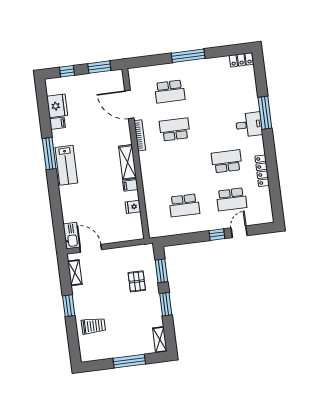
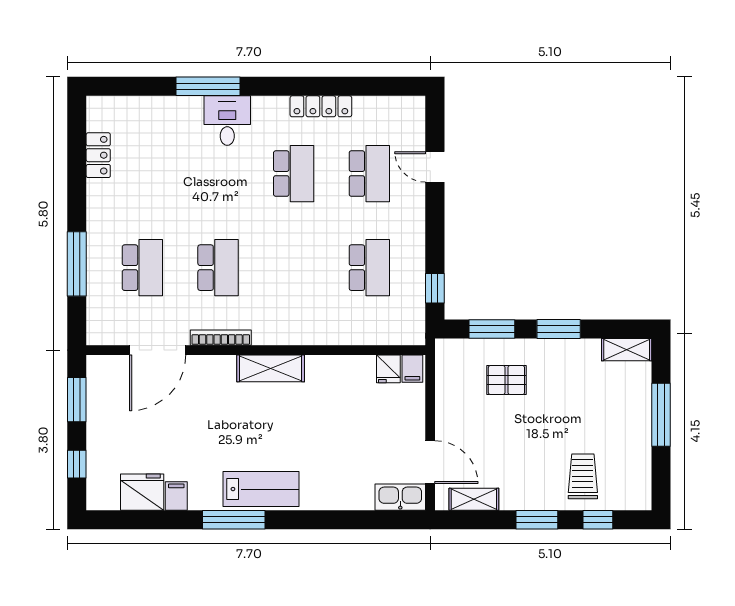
window: (188, 56) -> (77, 264), moved
locker: (241, 60) -> (98, 155), moved
school desk: (175, 129) -> (218, 268), turned 180
school desk: (227, 161) -> (294, 174), turned 180
filing cabinet: (130, 185) -> (412, 369), moved
fridge: (133, 207) -> (388, 369), moved
window: (217, 235) -> (435, 288), moved
door: (91, 248) -> (430, 462), swing flipped
window: (73, 336) -> (598, 520), added

